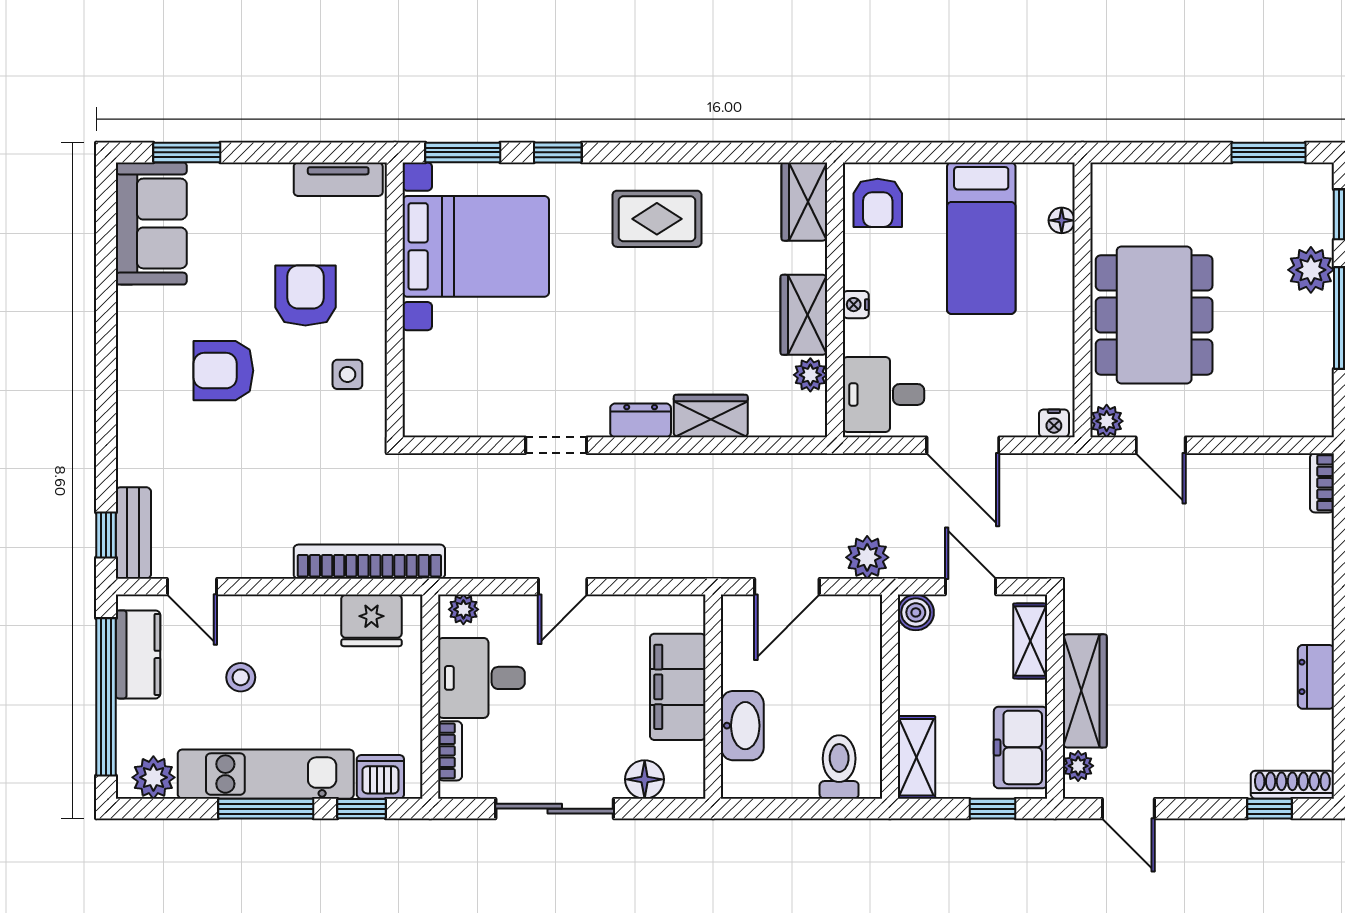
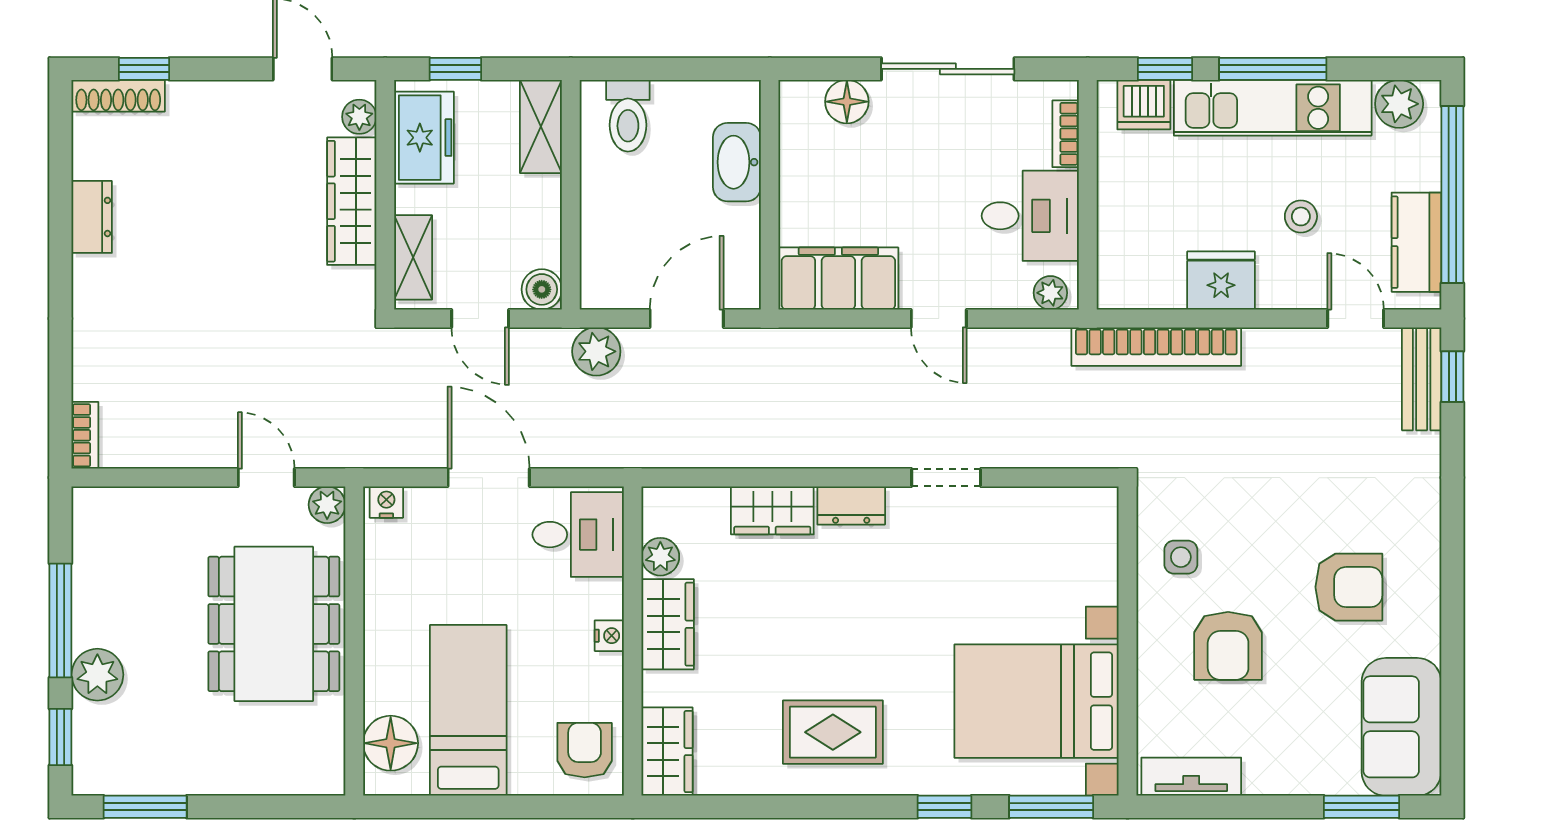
floor lamp: (1062, 220) -> (391, 743), width x1.89, depth x1.89
armchair: (223, 371) -> (1349, 587), moved
door: (563, 587) -> (939, 318), swing flipped
fridge: (371, 620) -> (1221, 281), moved
filing cabinet: (678, 687) -> (838, 279), moved, turned -90

